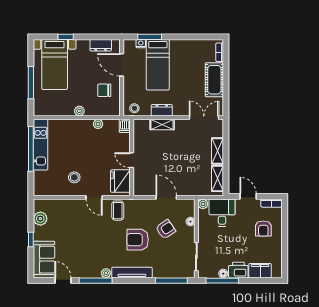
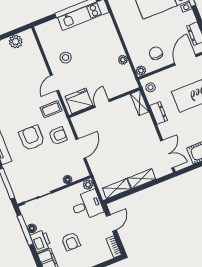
plant: (79, 111) -> (141, 71), moved
shelving: (162, 124) -> (140, 103), moved
dishwasher: (125, 126) -> (131, 85), removed
armchair: (166, 229) -> (58, 136), moved, turned -56
armchair: (263, 229) -> (71, 241), moved, turned -90

